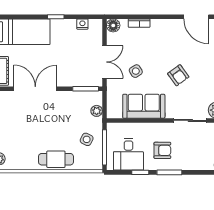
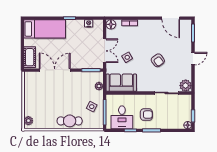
sofa: (144, 106) -> (121, 83), moved

